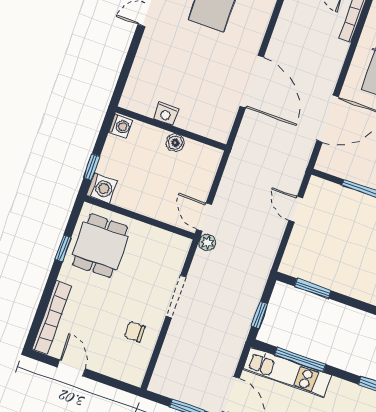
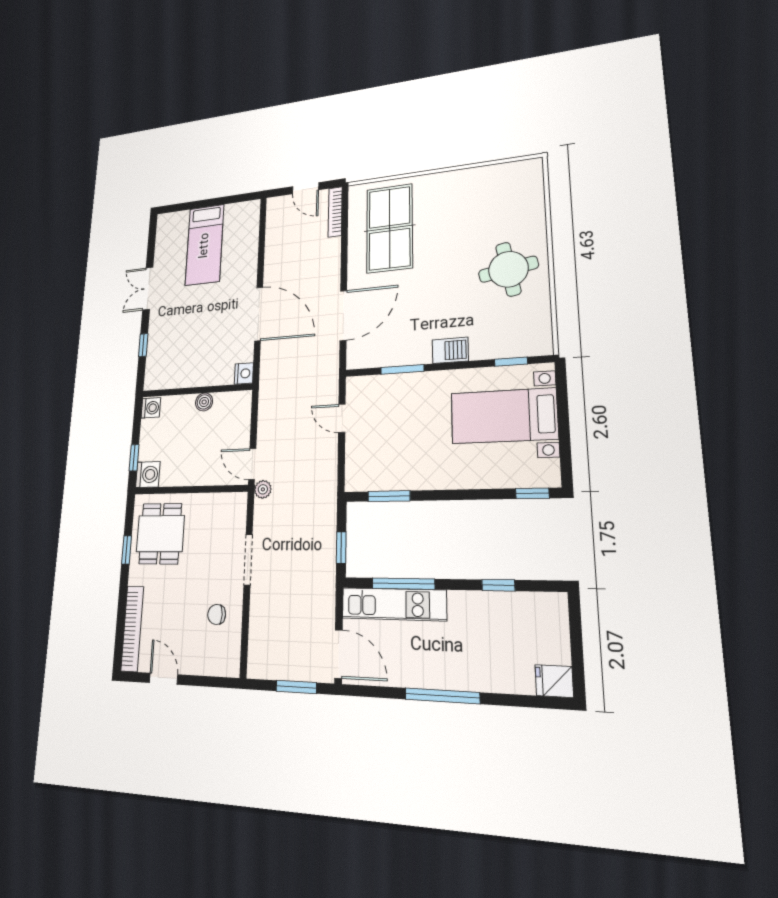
window: (129, 61) -> (143, 345), added
nightstand: (166, 114) -> (244, 373), moved, turned -90

